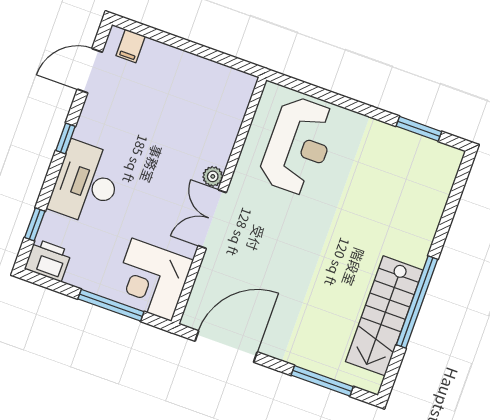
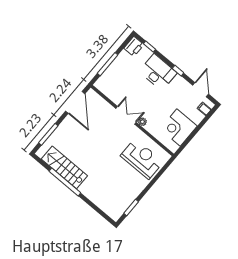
reception desk: (298, 146) -> (142, 159), turned 180
corner desk: (152, 280) -> (179, 127), moved, turned -90

